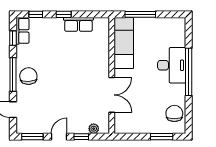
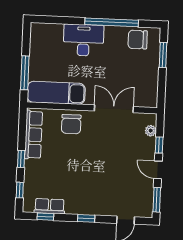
row of seats: (78, 24) -> (33, 135), width x1.48
row of seats: (23, 31) -> (50, 206), moved
window: (189, 72) -> (112, 22), moved
window: (13, 75) -> (86, 218), width x0.46
chair: (28, 76) -> (71, 124), moved, turned -87

